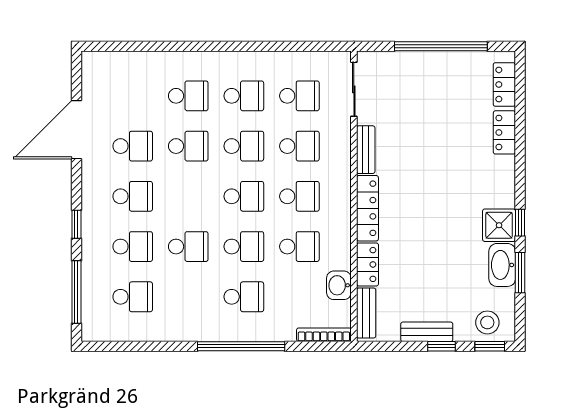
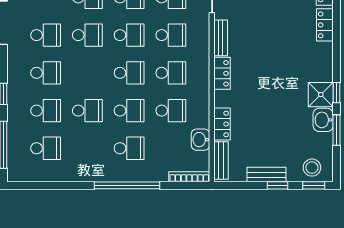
locker: (367, 208) -> (222, 73), width x0.66
washbasin: (502, 265) -> (323, 120), width x0.72

